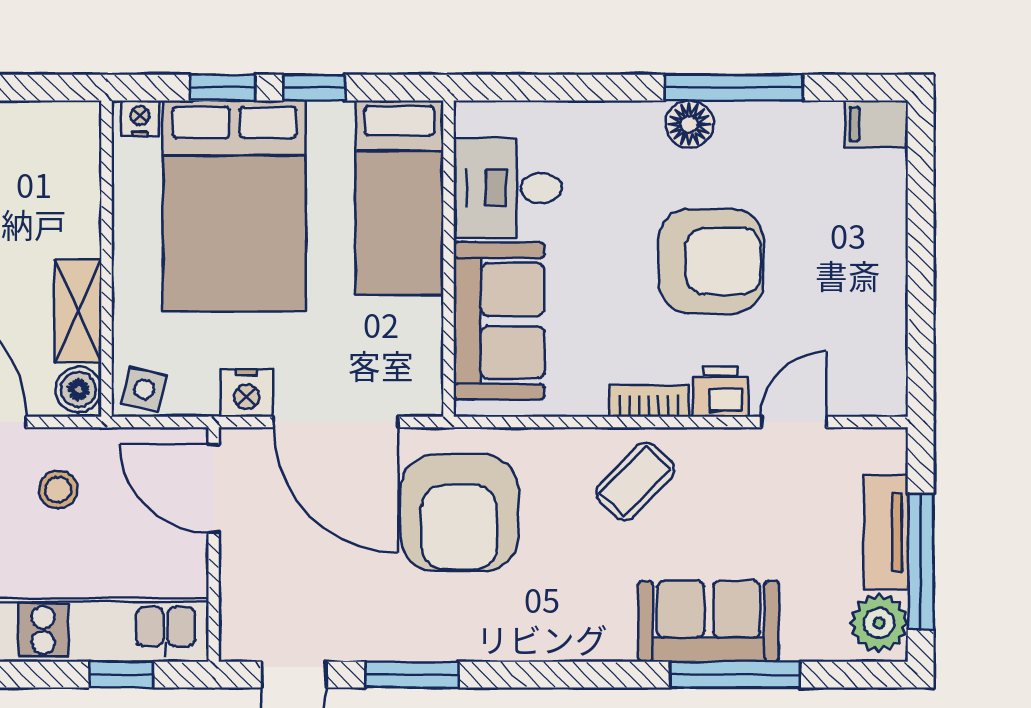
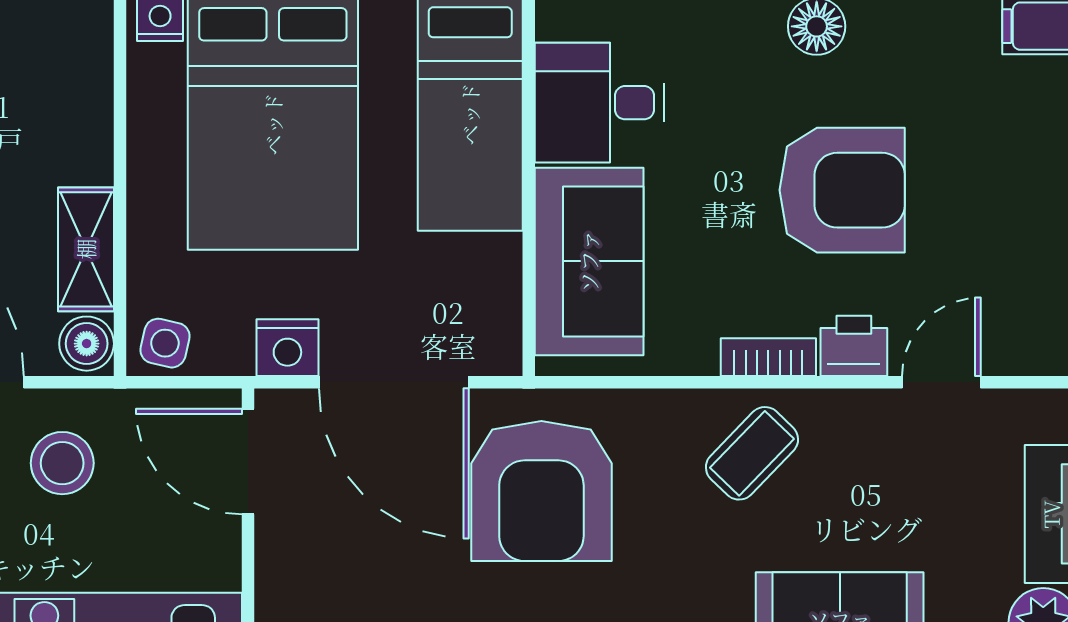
stool: (58, 490) -> (62, 463), width x1.37, depth x1.37

